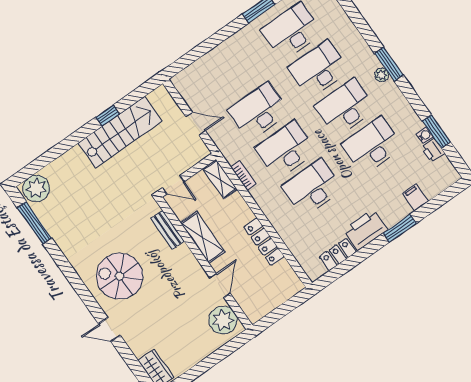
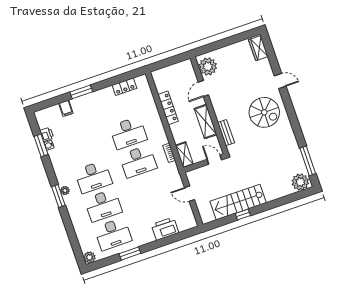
desk: (259, 111) -> (148, 190), removed
desk: (372, 146) -> (84, 148), removed
printer: (366, 230) -> (165, 229), moved, turned 180

